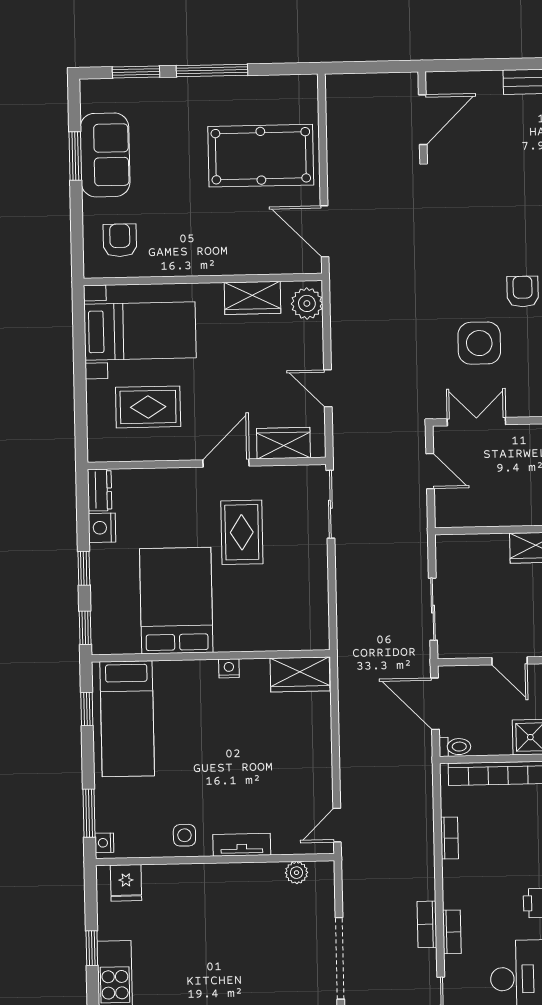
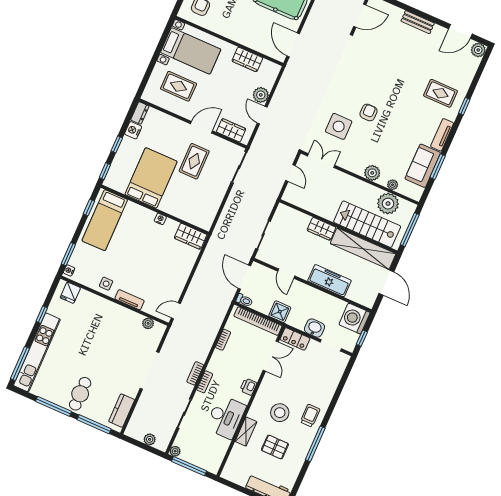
plant: (307, 303) -> (261, 95), moved

